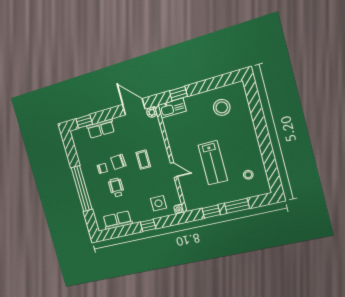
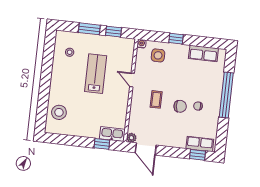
stool: (222, 107) -> (59, 112), moved
row of seats: (101, 129) -> (200, 144), moved
wheelchair: (116, 187) -> (192, 84), removed

